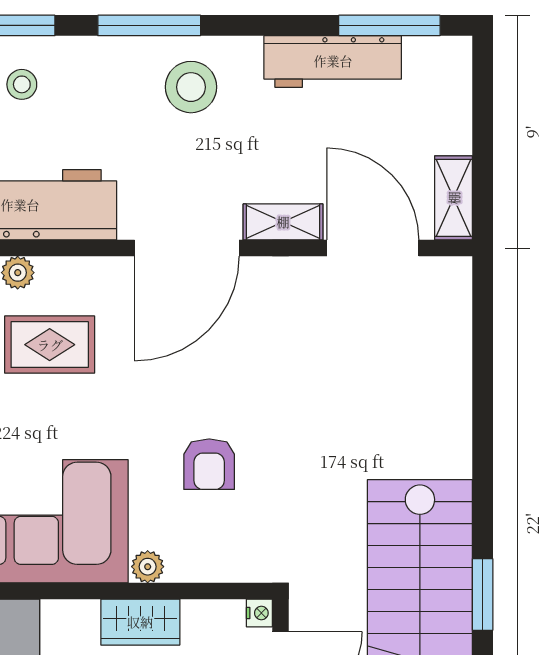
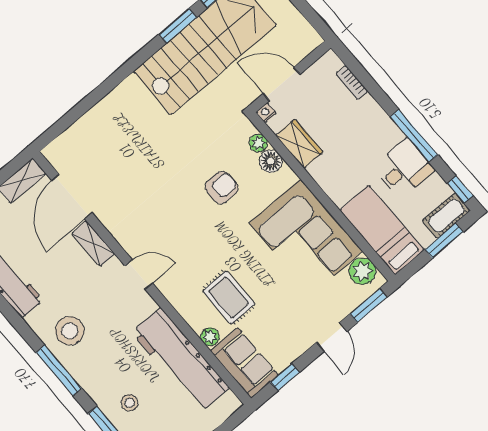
door: (187, 248) -> (139, 275), width x0.53
floor lamp: (187, 563) -> (271, 161), added
plant: (148, 567) -> (258, 143), moved
wardrobe: (140, 622) -> (299, 144), moved

